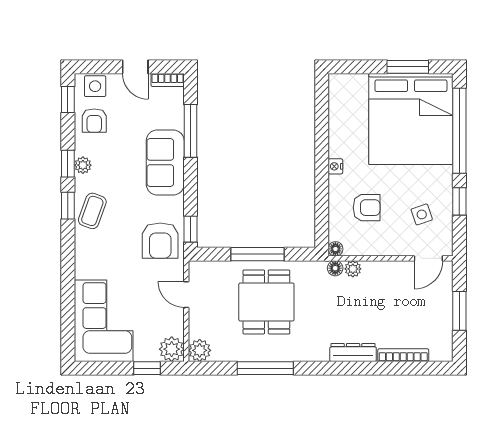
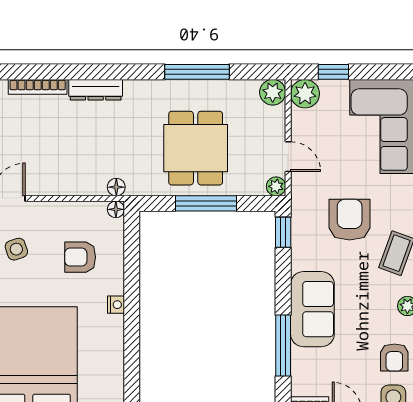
armchair: (94, 121) -> (394, 357), turned 180
armchair: (160, 241) -> (350, 220), moved
plant: (353, 269) -> (276, 186), moved

